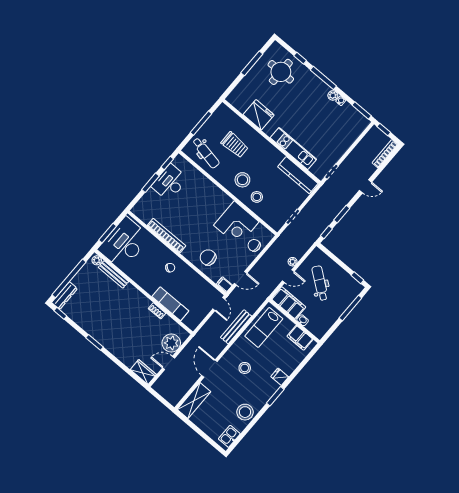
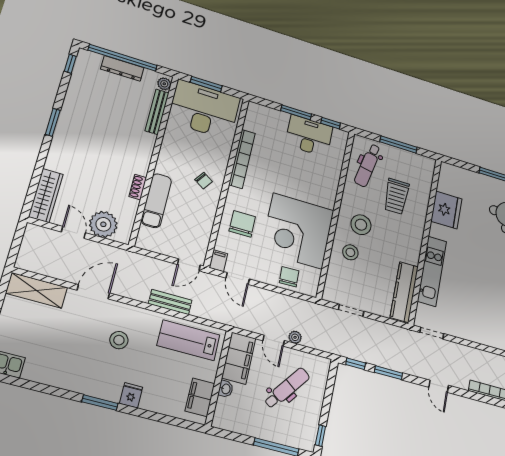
corner desk: (236, 224) -> (298, 231), width x1.36, depth x1.36
dresser: (65, 296) -> (122, 68), moved
bench: (236, 327) -> (170, 302), width x0.73
wardrobe: (143, 372) -> (46, 195), width x1.50
stool: (245, 412) -> (55, 370), removed

